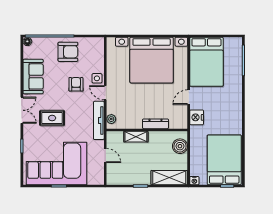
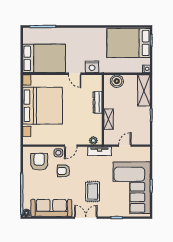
armchair: (68, 52) -> (39, 162), moved
sofa: (33, 76) -> (51, 208), width x1.36
tv unit: (99, 120) -> (99, 151), width x0.71

